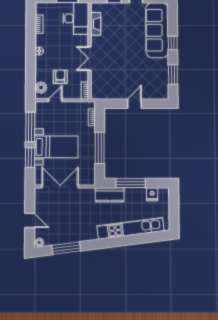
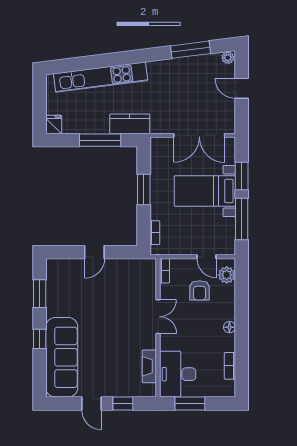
door: (55, 100) -> (206, 257), hinge flipped
window: (100, 148) -> (144, 190), width x0.69
fridge: (152, 194) -> (54, 124), moved

